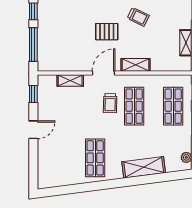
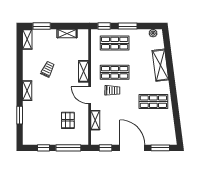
pallet: (107, 32) -> (68, 120), moved
door: (33, 130) -> (132, 148), width x1.88
window: (33, 167) -> (160, 148), added

